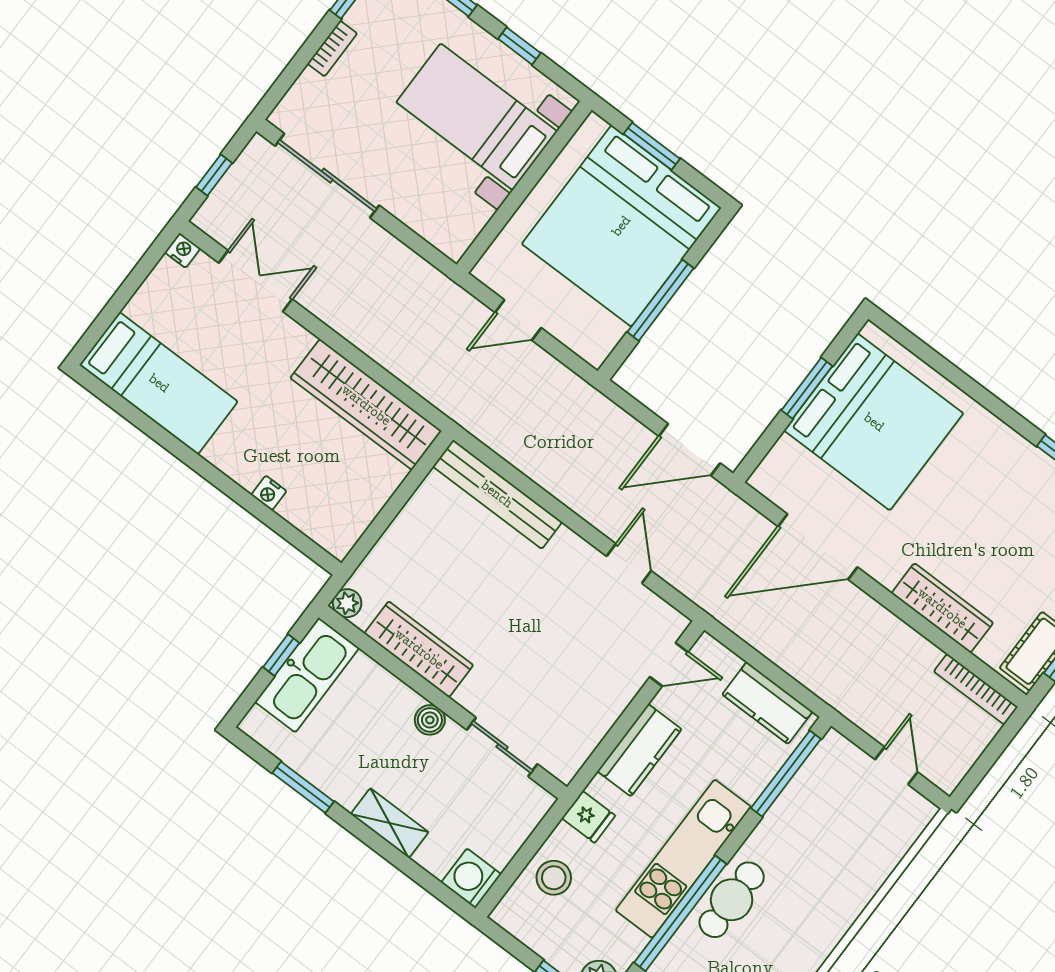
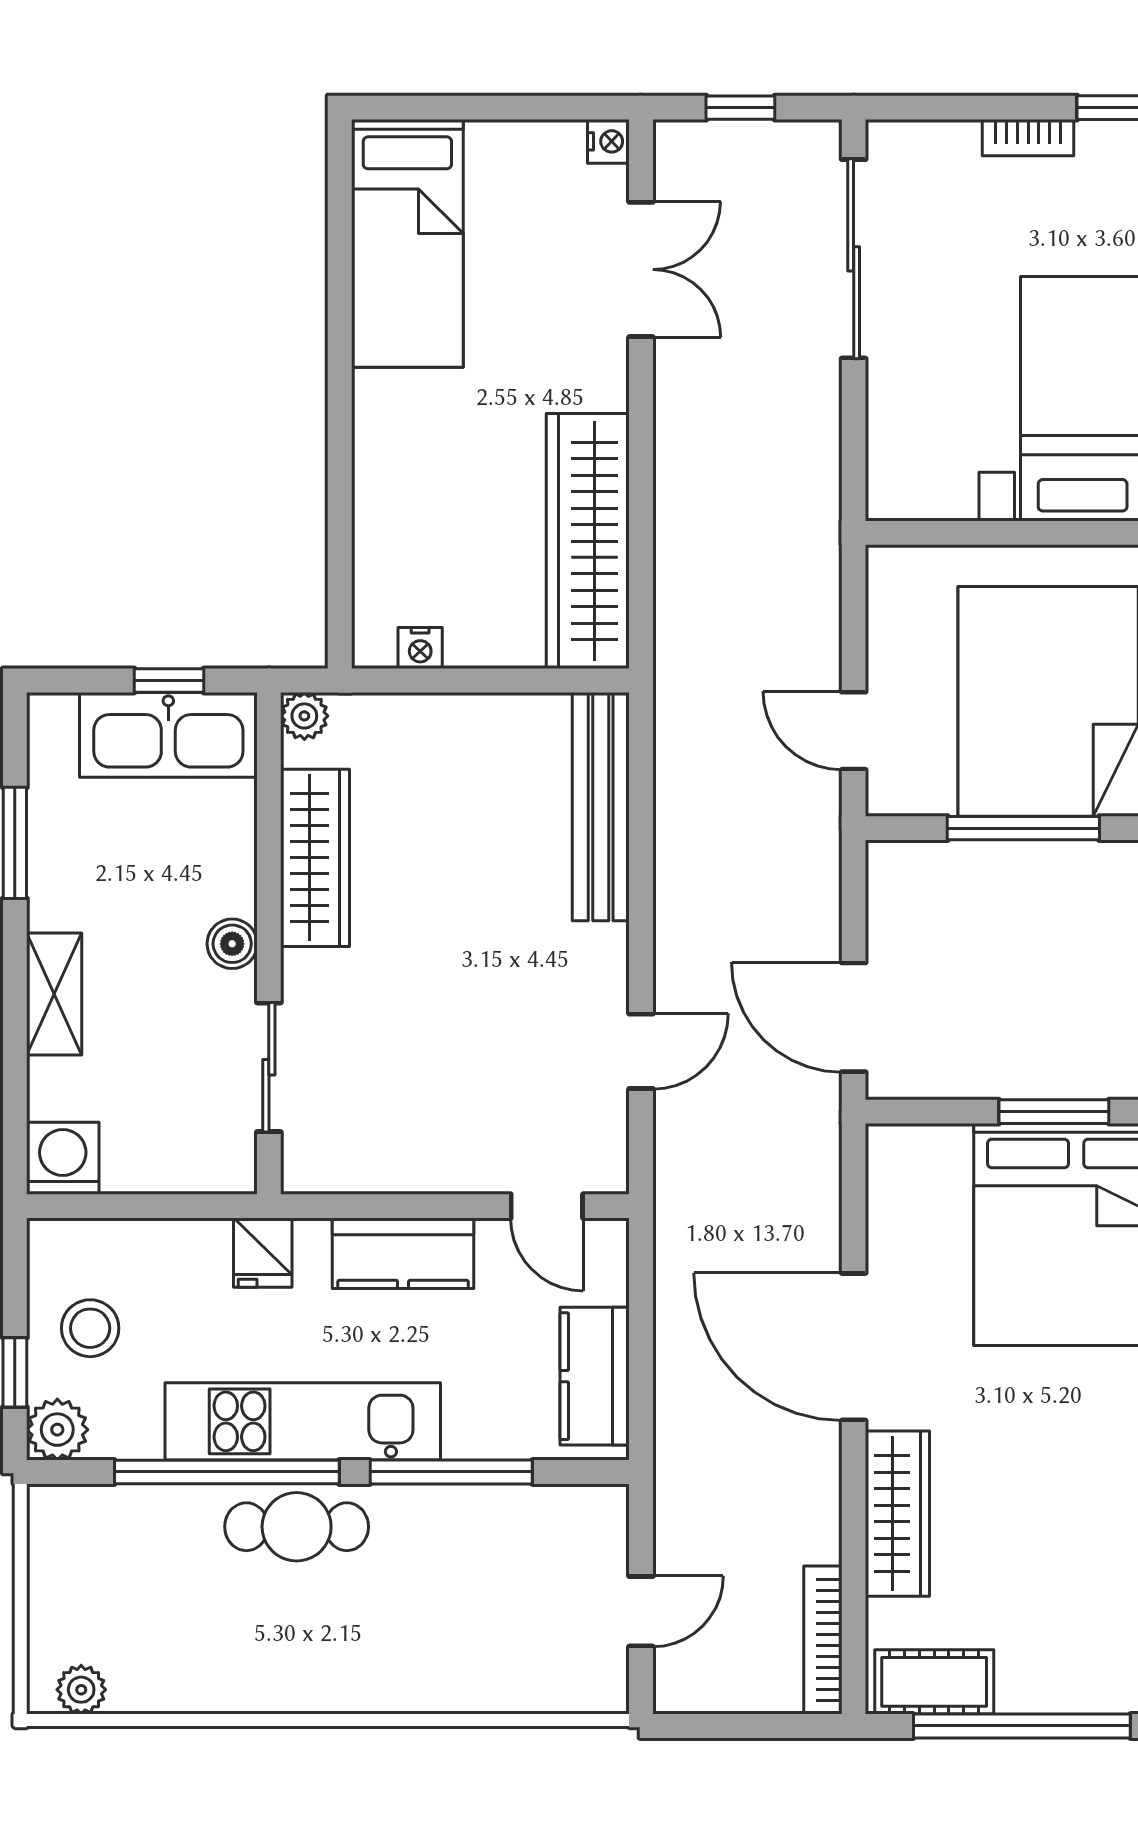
door: (518, 320) -> (854, 731), moved
nightstand: (269, 493) -> (420, 648), moved, turned -90
door: (818, 547) -> (854, 1347), moved
window: (786, 774) -> (451, 1472), moved
stool: (554, 878) -> (90, 1328), moved

